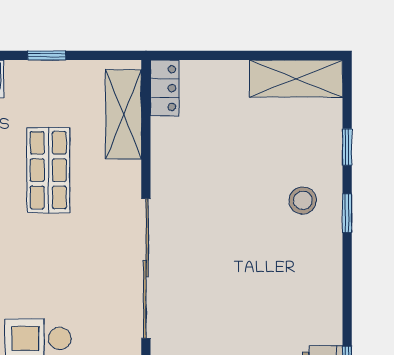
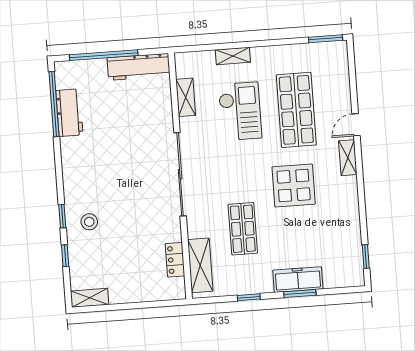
shelving: (296, 79) -> (90, 298), width x0.67, depth x0.75
locker: (165, 88) -> (175, 260), moved

